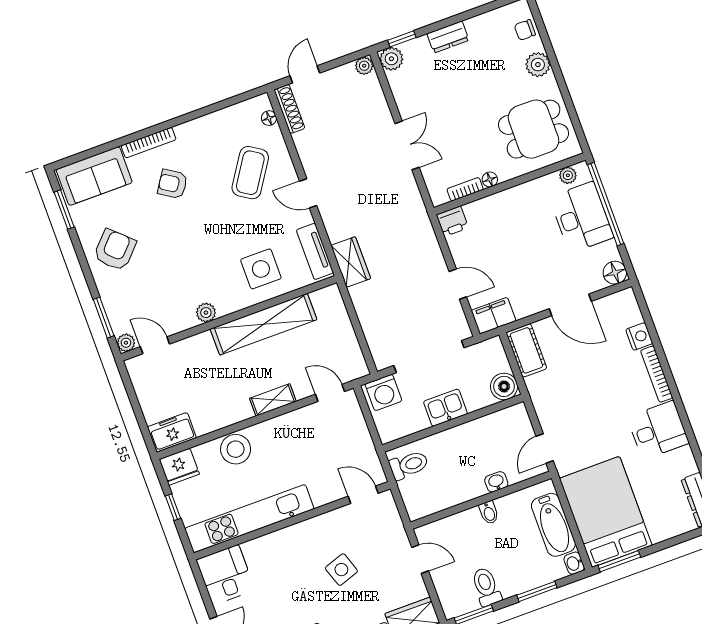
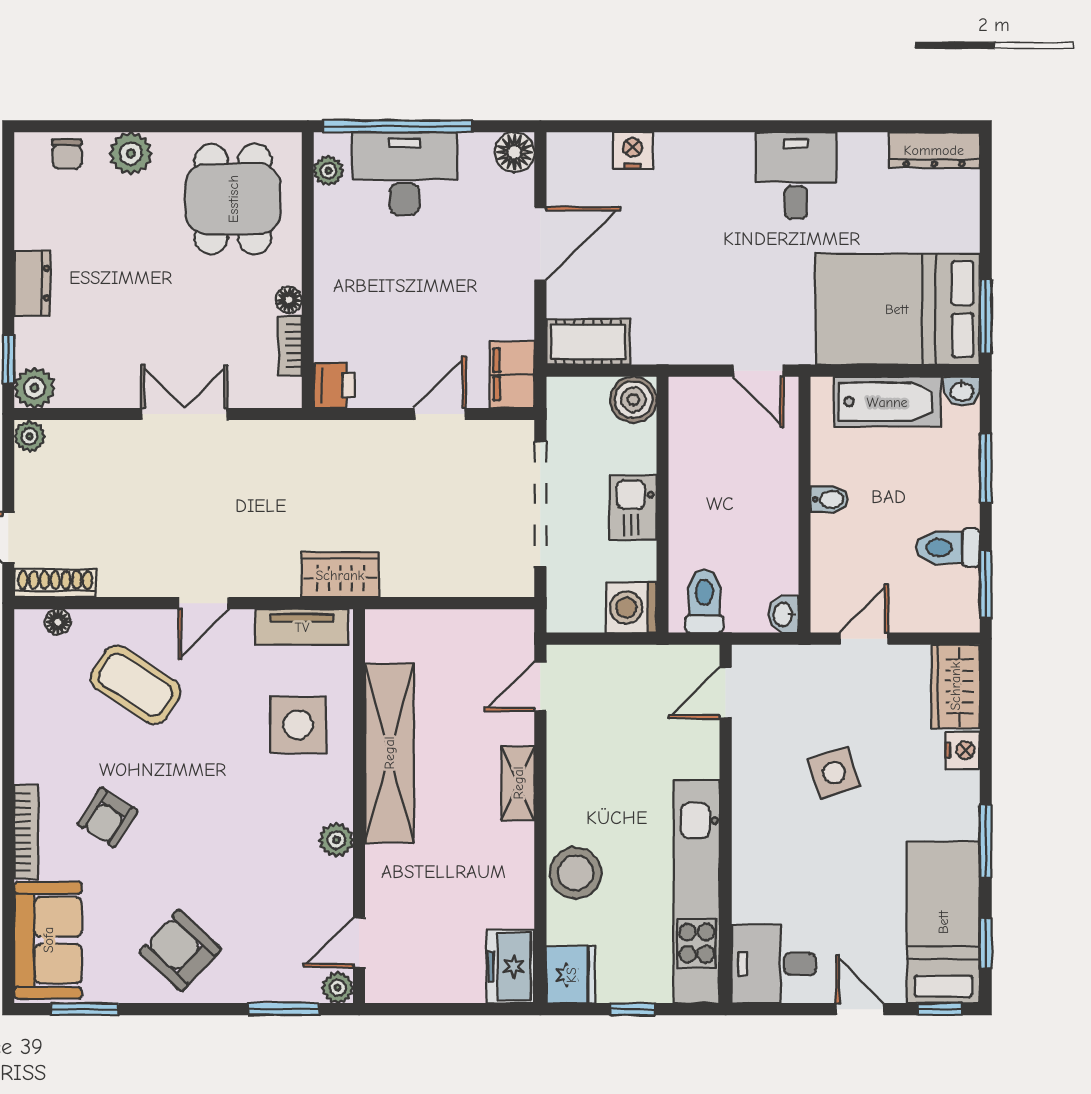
bookcase: (657, 374) -> (704, 145), removed
washing machine: (383, 392) -> (631, 607), moved, turned 180
washbasin: (496, 482) -> (784, 614), moved

